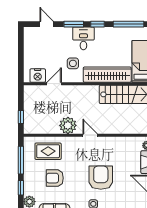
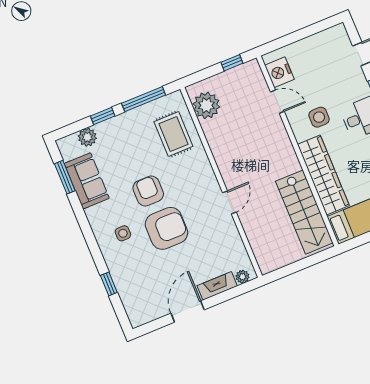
window: (21, 117) -> (232, 63), moved
plant: (68, 125) -> (206, 105), moved
door: (90, 135) -> (229, 202), moved
armchair: (55, 178) -> (148, 191), moved

